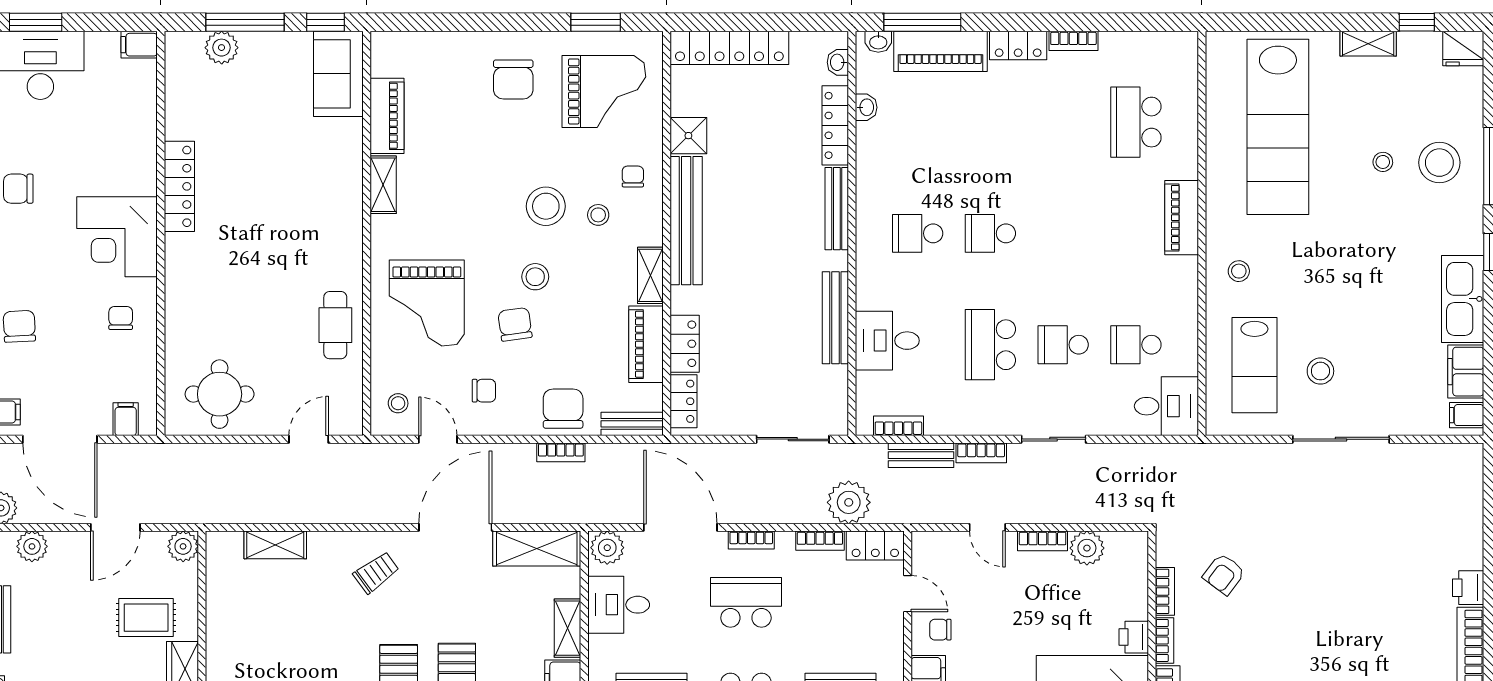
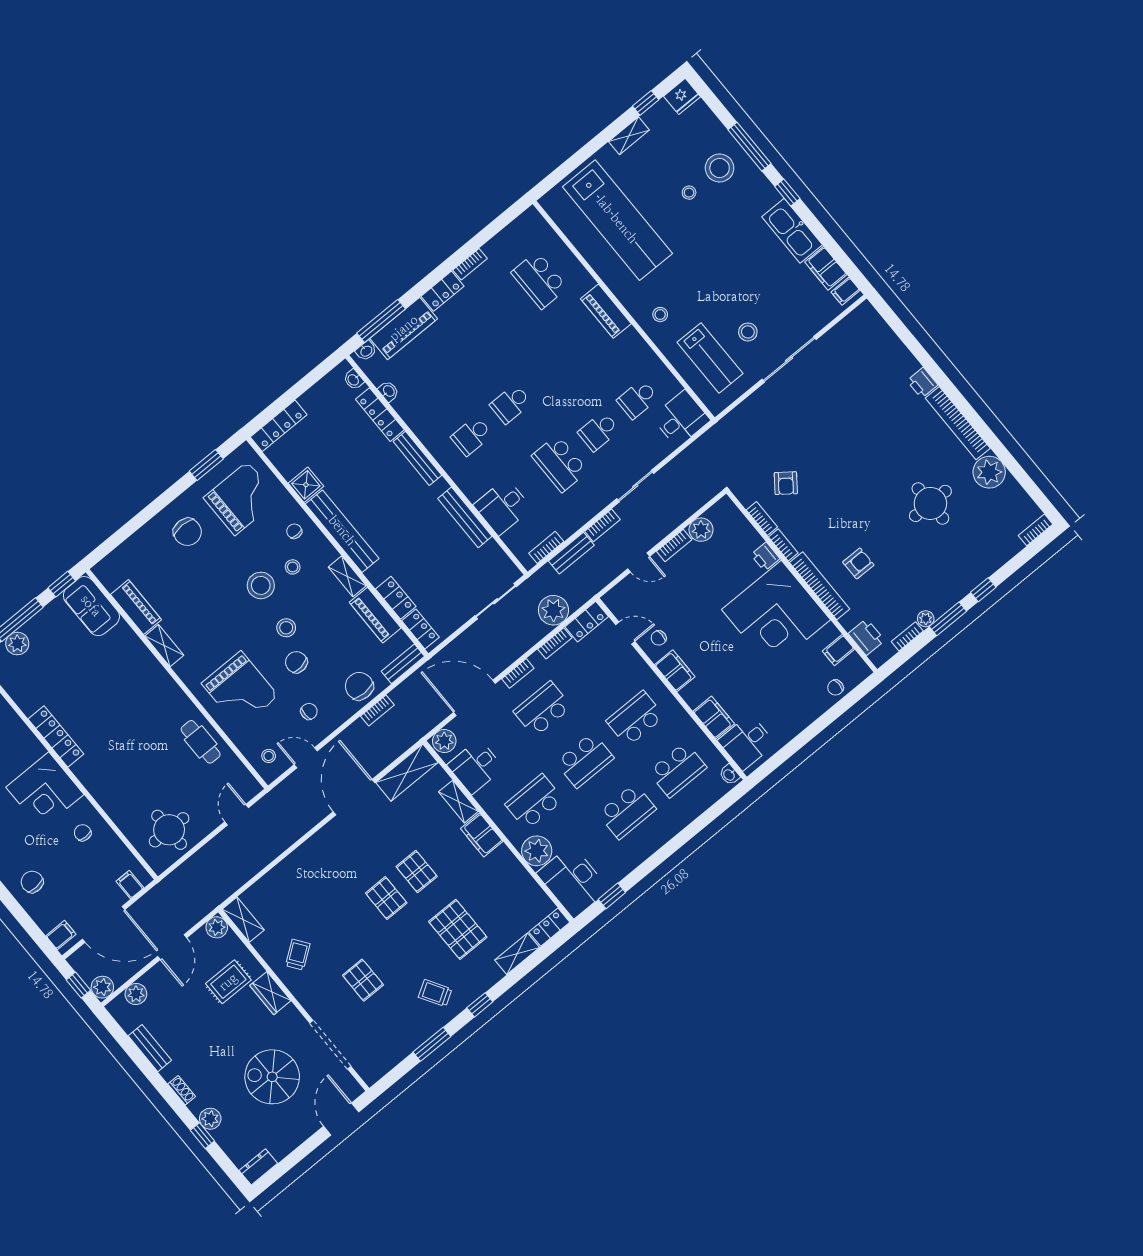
locker: (729, 48) -> (279, 426), width x0.71, depth x0.83
shelving: (275, 545) -> (243, 920), moved, turned 90
trolley: (376, 573) -> (298, 955), moved

